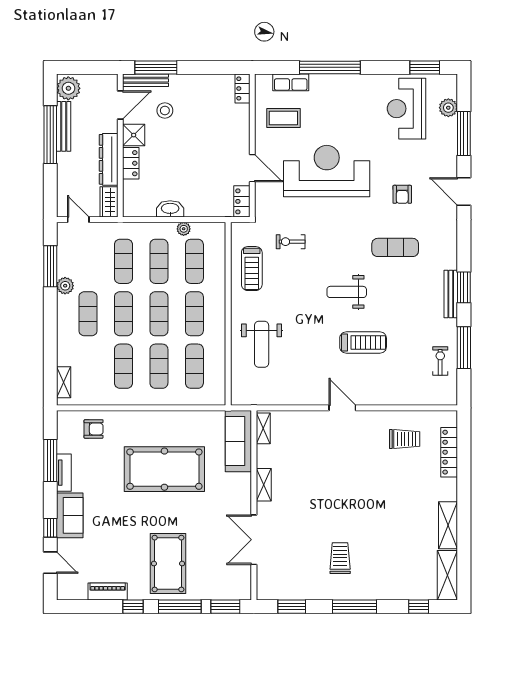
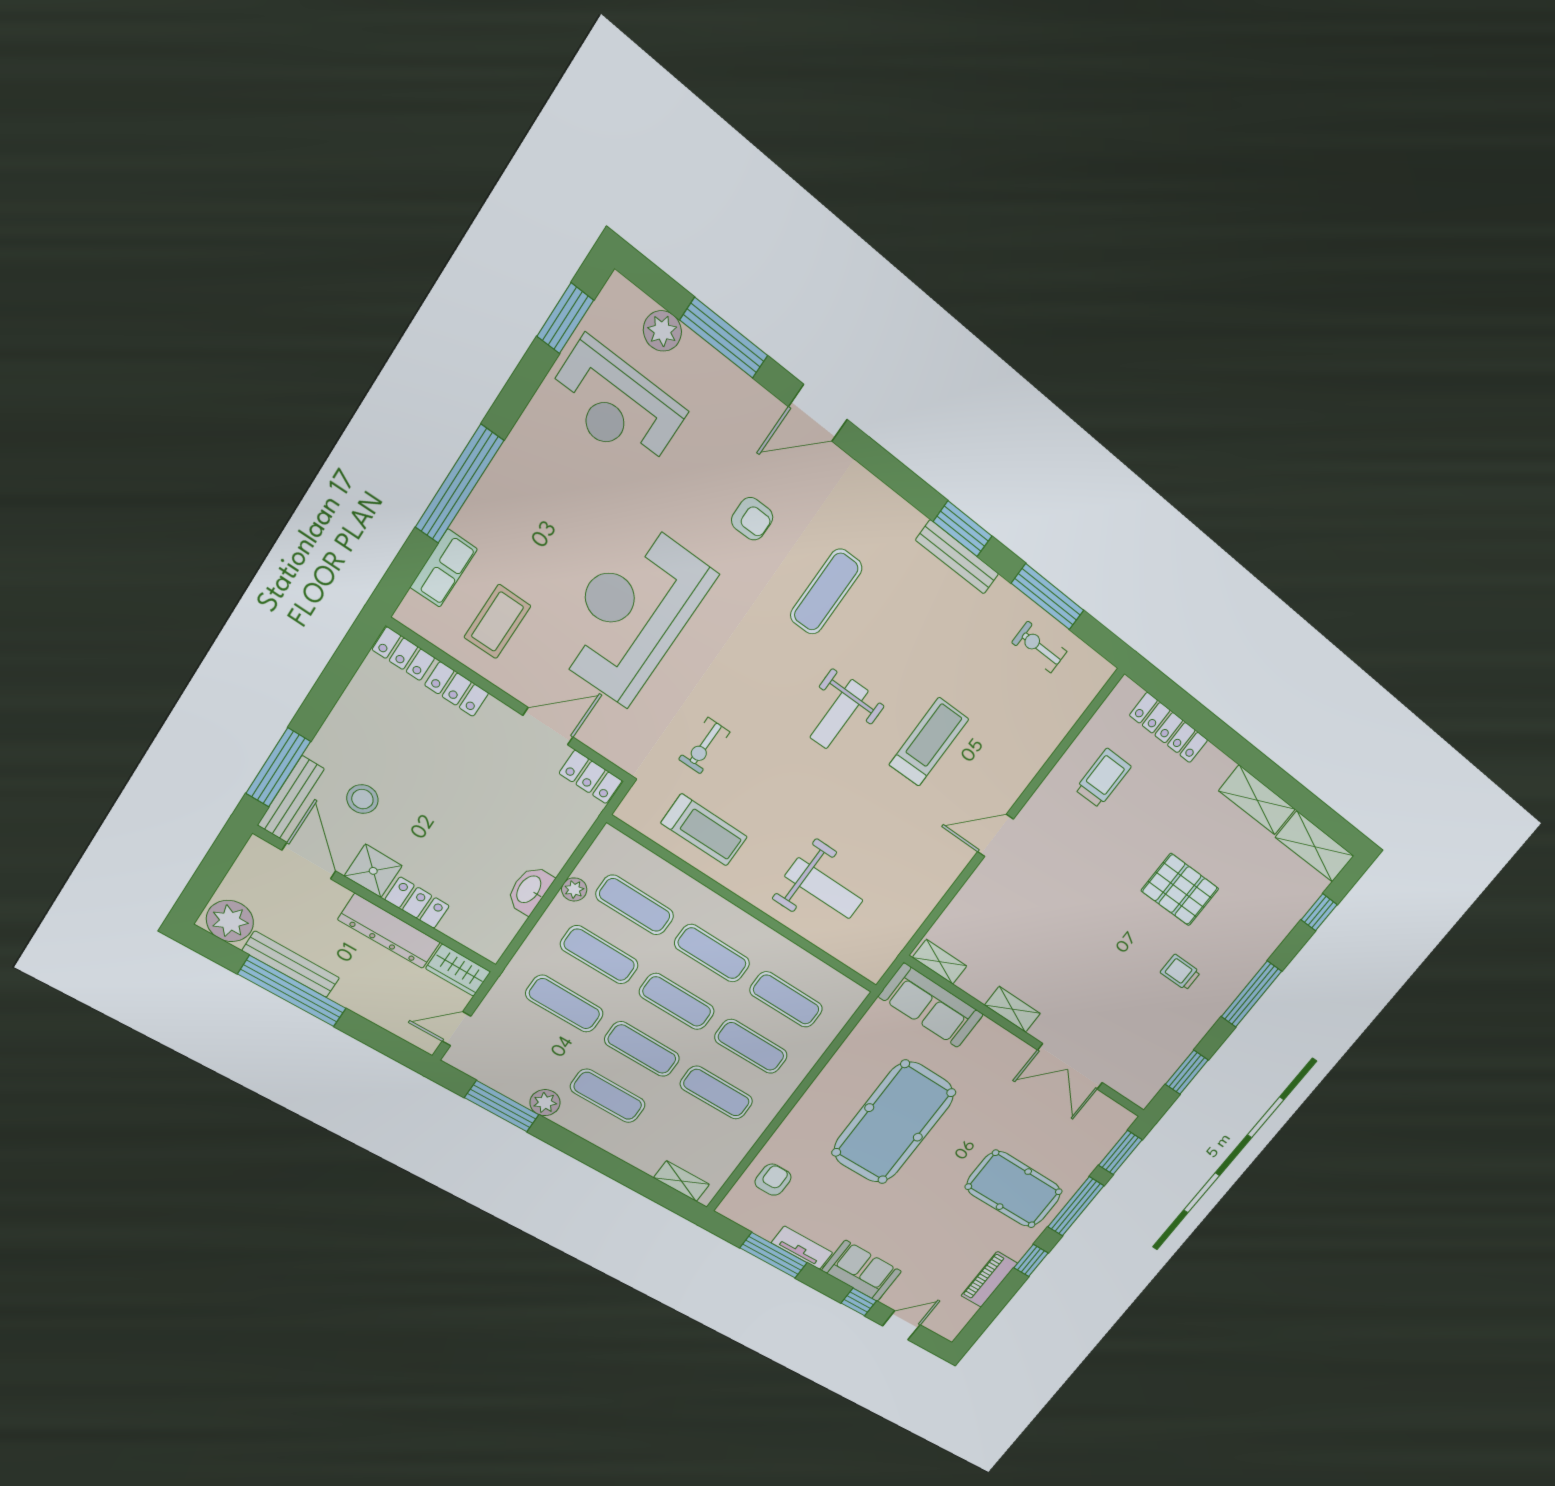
locker: (242, 120) -> (457, 689), added
pallet: (380, 523) -> (1180, 890), added
trolley: (340, 558) -> (1180, 972), width x0.73, depth x0.72

